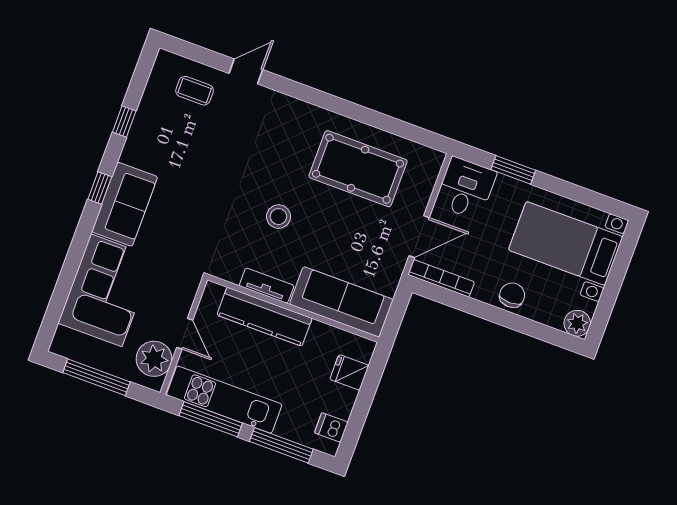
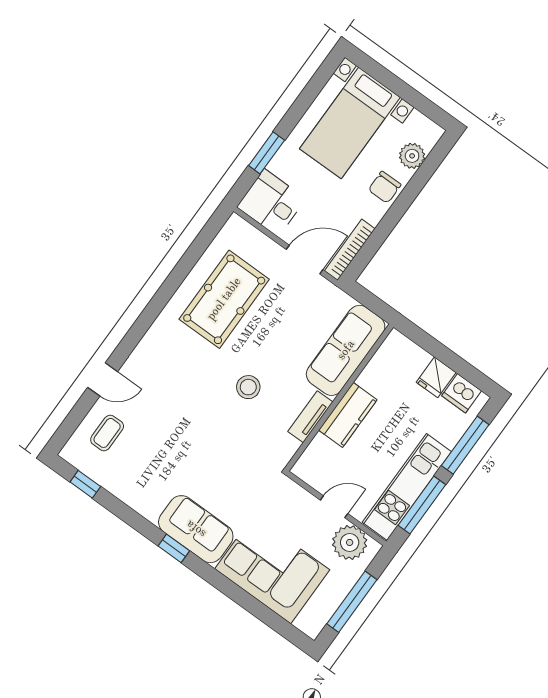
door: (246, 71) -> (103, 379), swing flipped
window: (124, 122) -> (85, 484), moved
door: (419, 237) -> (305, 260), hinge flipped
chair: (512, 295) -> (385, 187), turned -90
kitchen counter: (264, 317) -> (348, 415), width x0.67
plant: (577, 323) -> (412, 156), moved
fridge: (349, 372) -> (436, 377), moved
dishwasher: (331, 427) -> (462, 393), width x1.38

